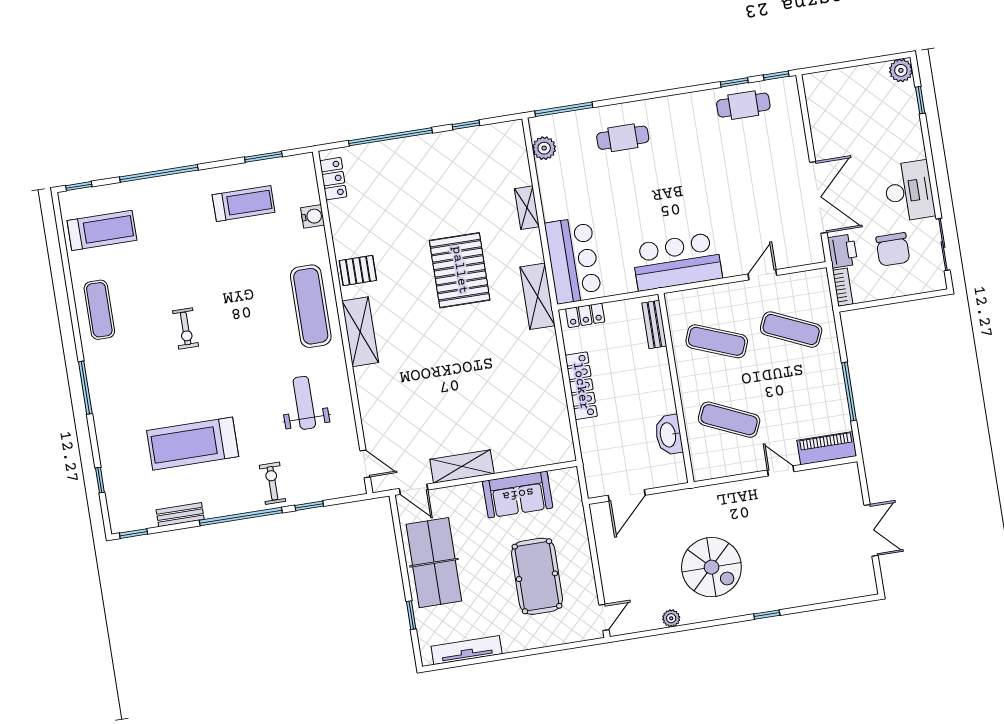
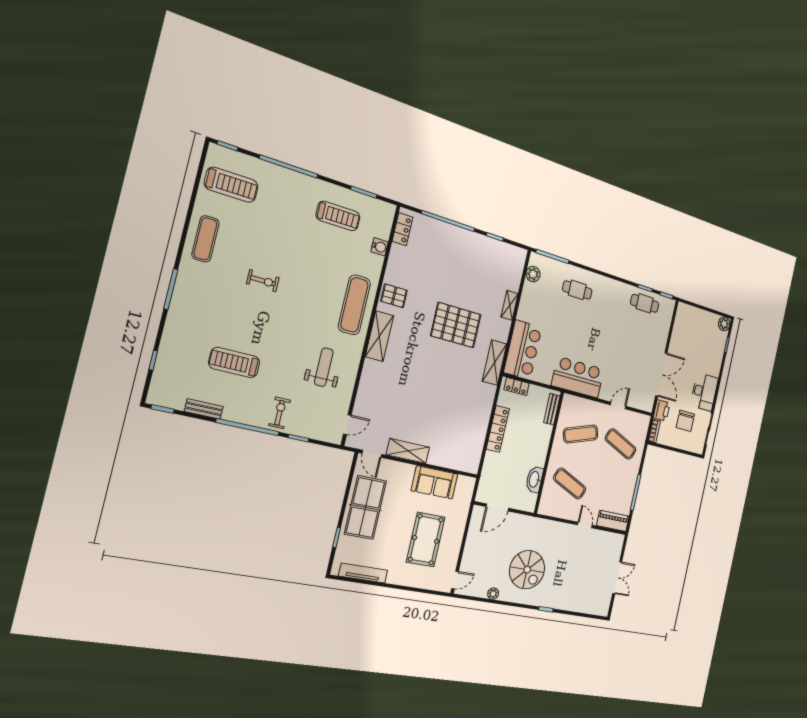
pallet: (460, 270) -> (456, 325), turned 90
exercise bike: (186, 328) -> (263, 281), turned -90
exercise mat: (717, 341) -> (581, 434), turned -39
treadmill: (193, 444) -> (234, 362), width x0.73, depth x0.73
door: (365, 464) -> (347, 425), hinge flipped

